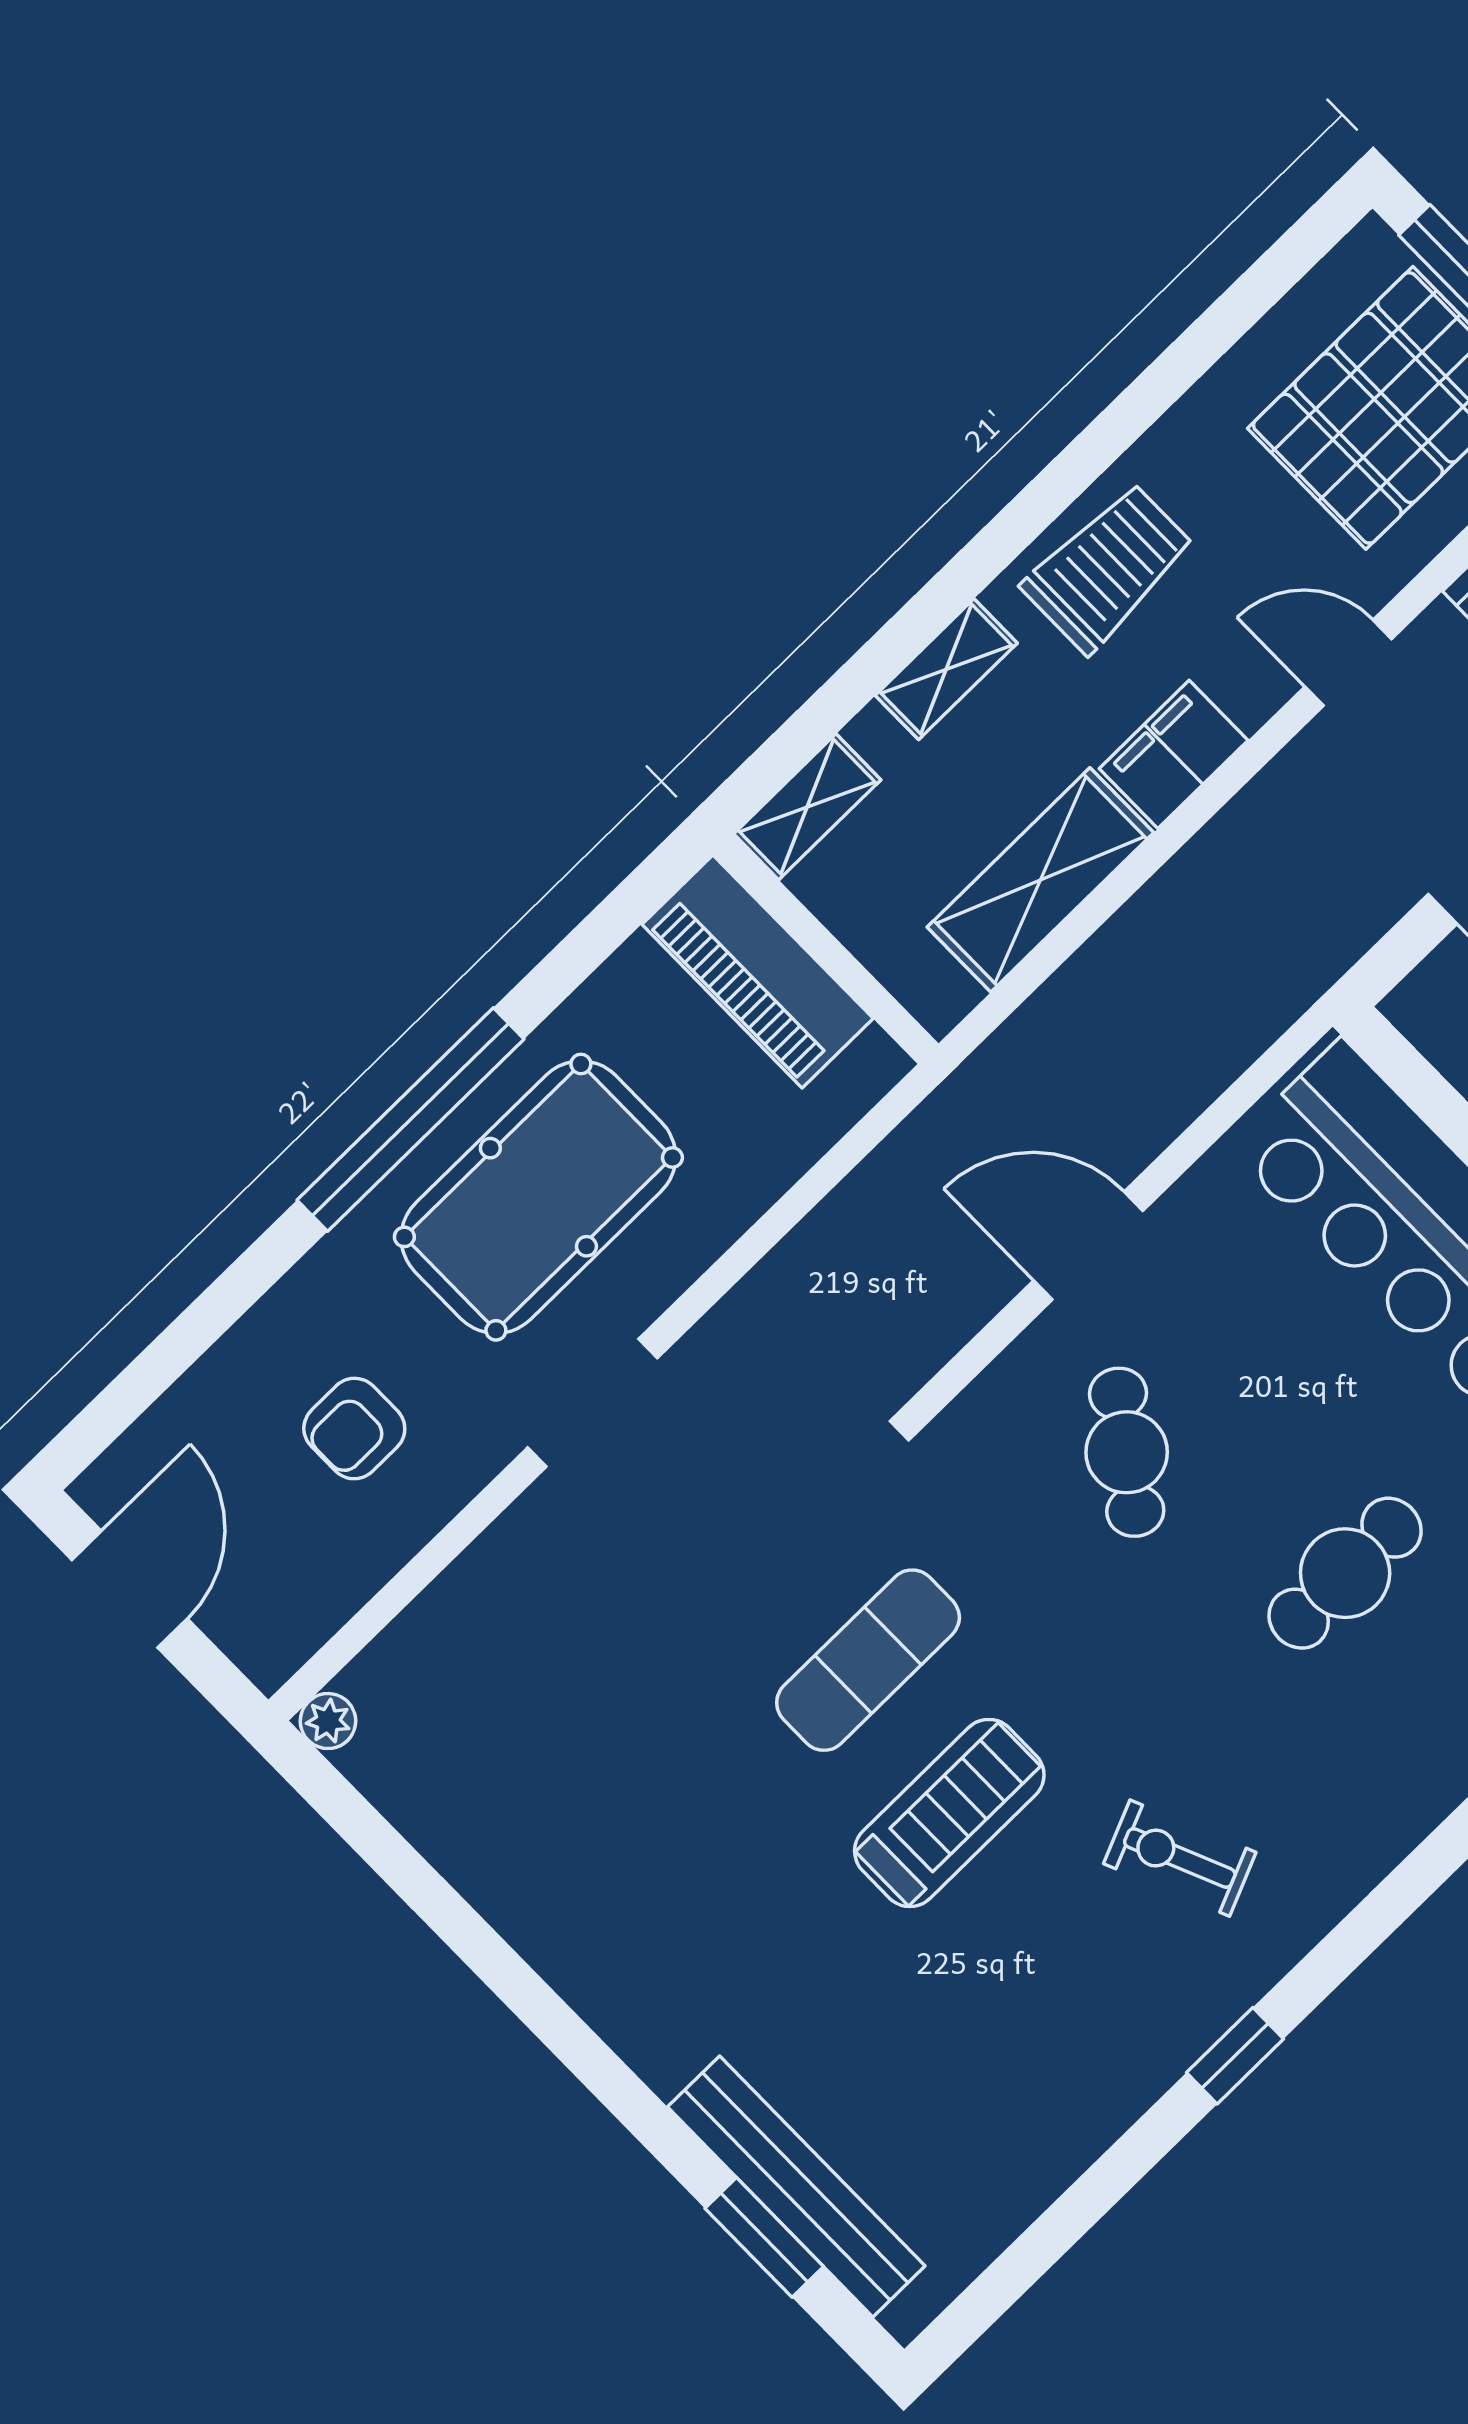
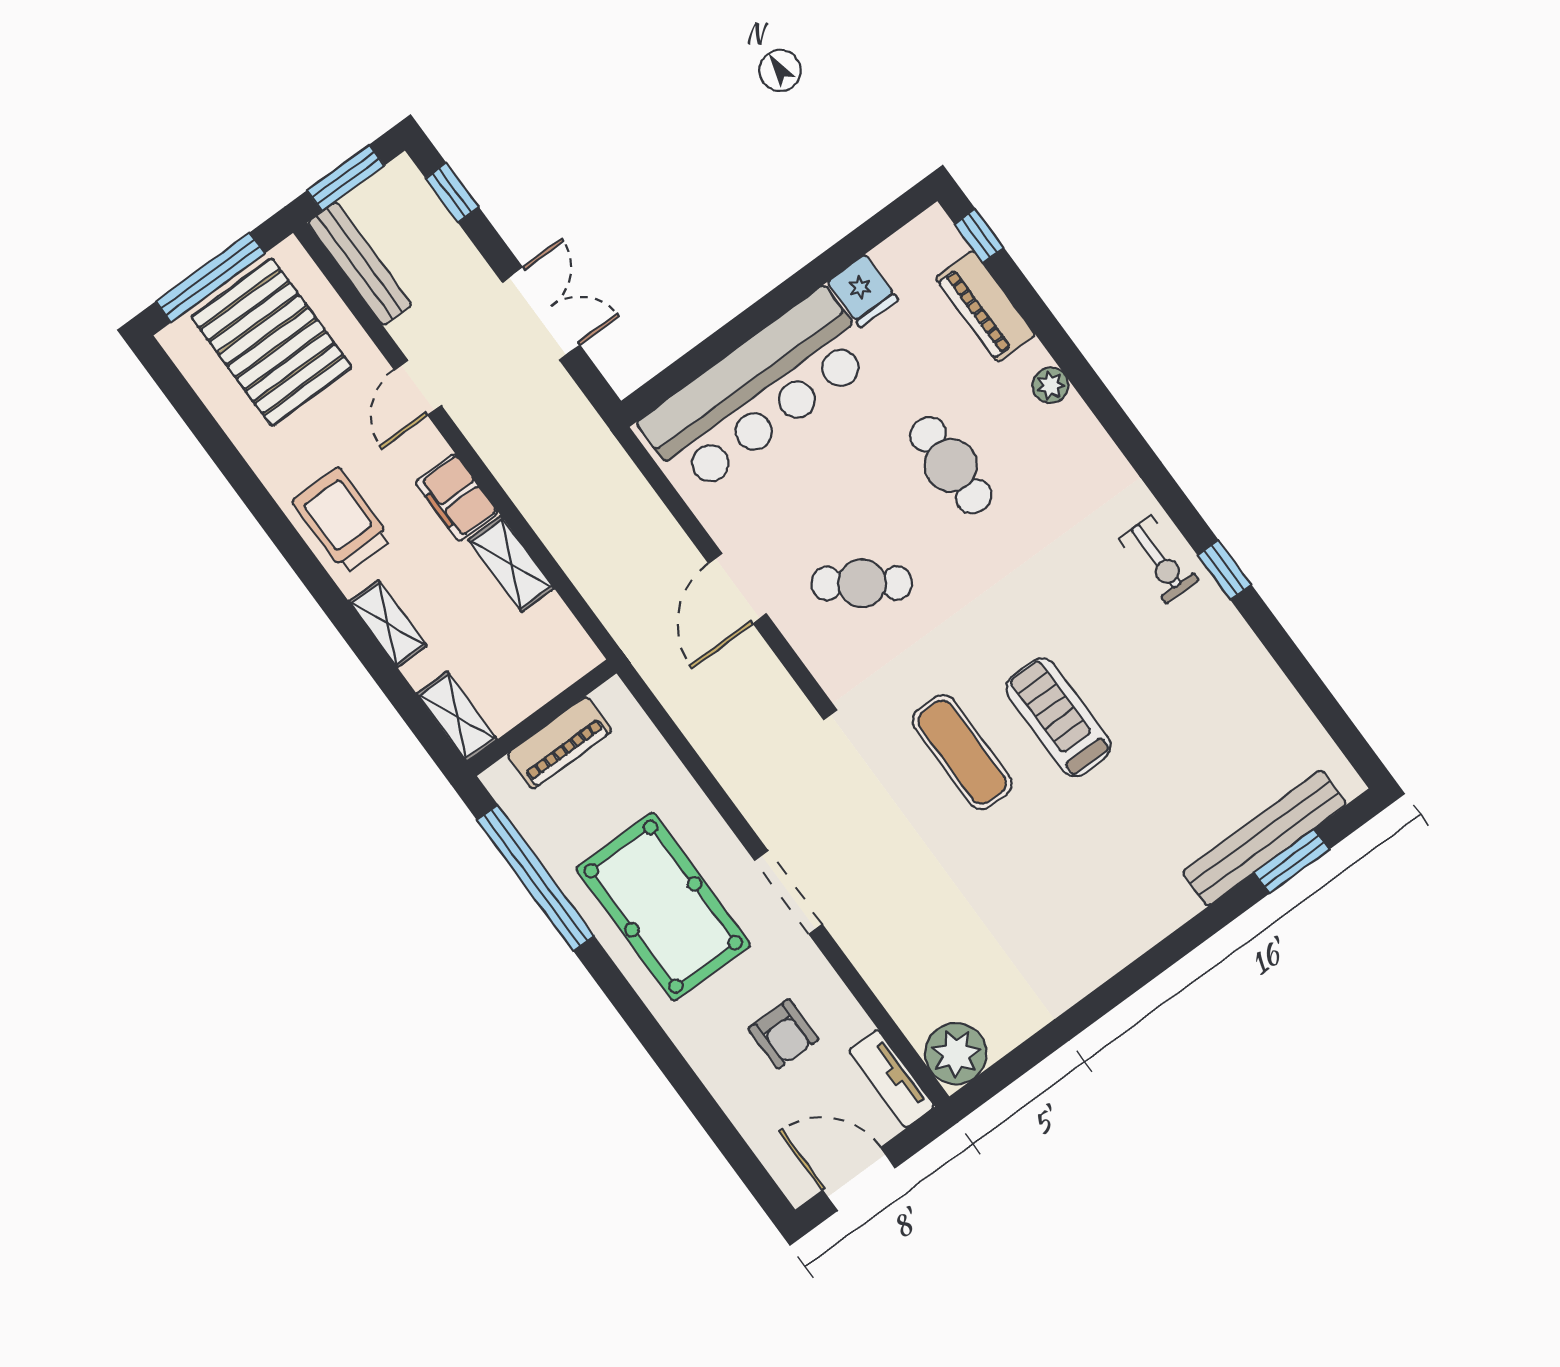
shelving: (1040, 880) -> (511, 564), width x0.67, depth x0.75
piano: (758, 971) -> (560, 743), width x0.73, depth x0.75
window: (410, 1120) -> (536, 878), moved
tv unit: (305, 1620) -> (892, 1079), added
plant: (328, 1721) -> (956, 1054), width x1.88, depth x1.88
exercise bike: (1180, 1858) -> (1159, 560), moved, turned -67

